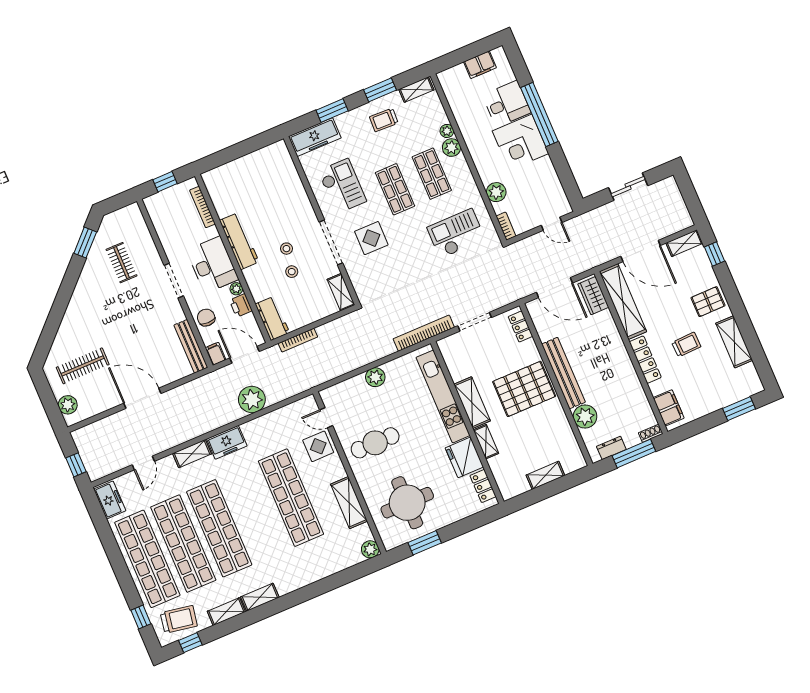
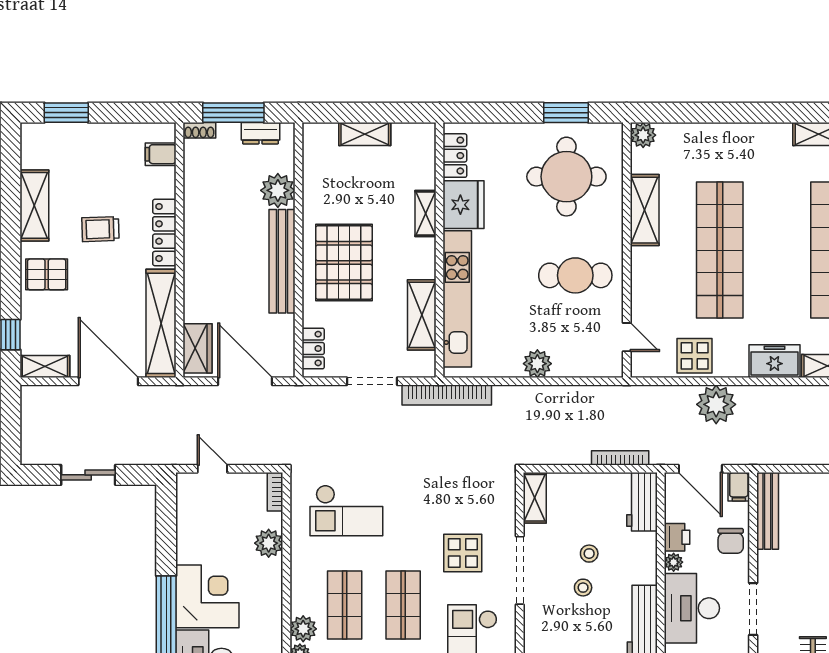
pallet: (524, 389) -> (344, 262), turned 90
shelving: (472, 403) -> (422, 315), moved
filing cabinet: (669, 408) -> (161, 154), width x0.50
display table: (318, 446) -> (695, 356), moved

